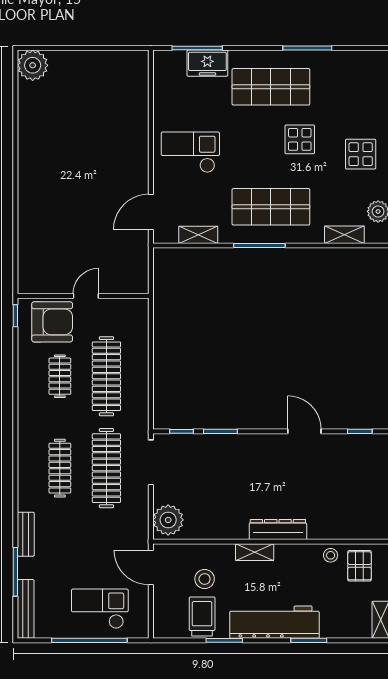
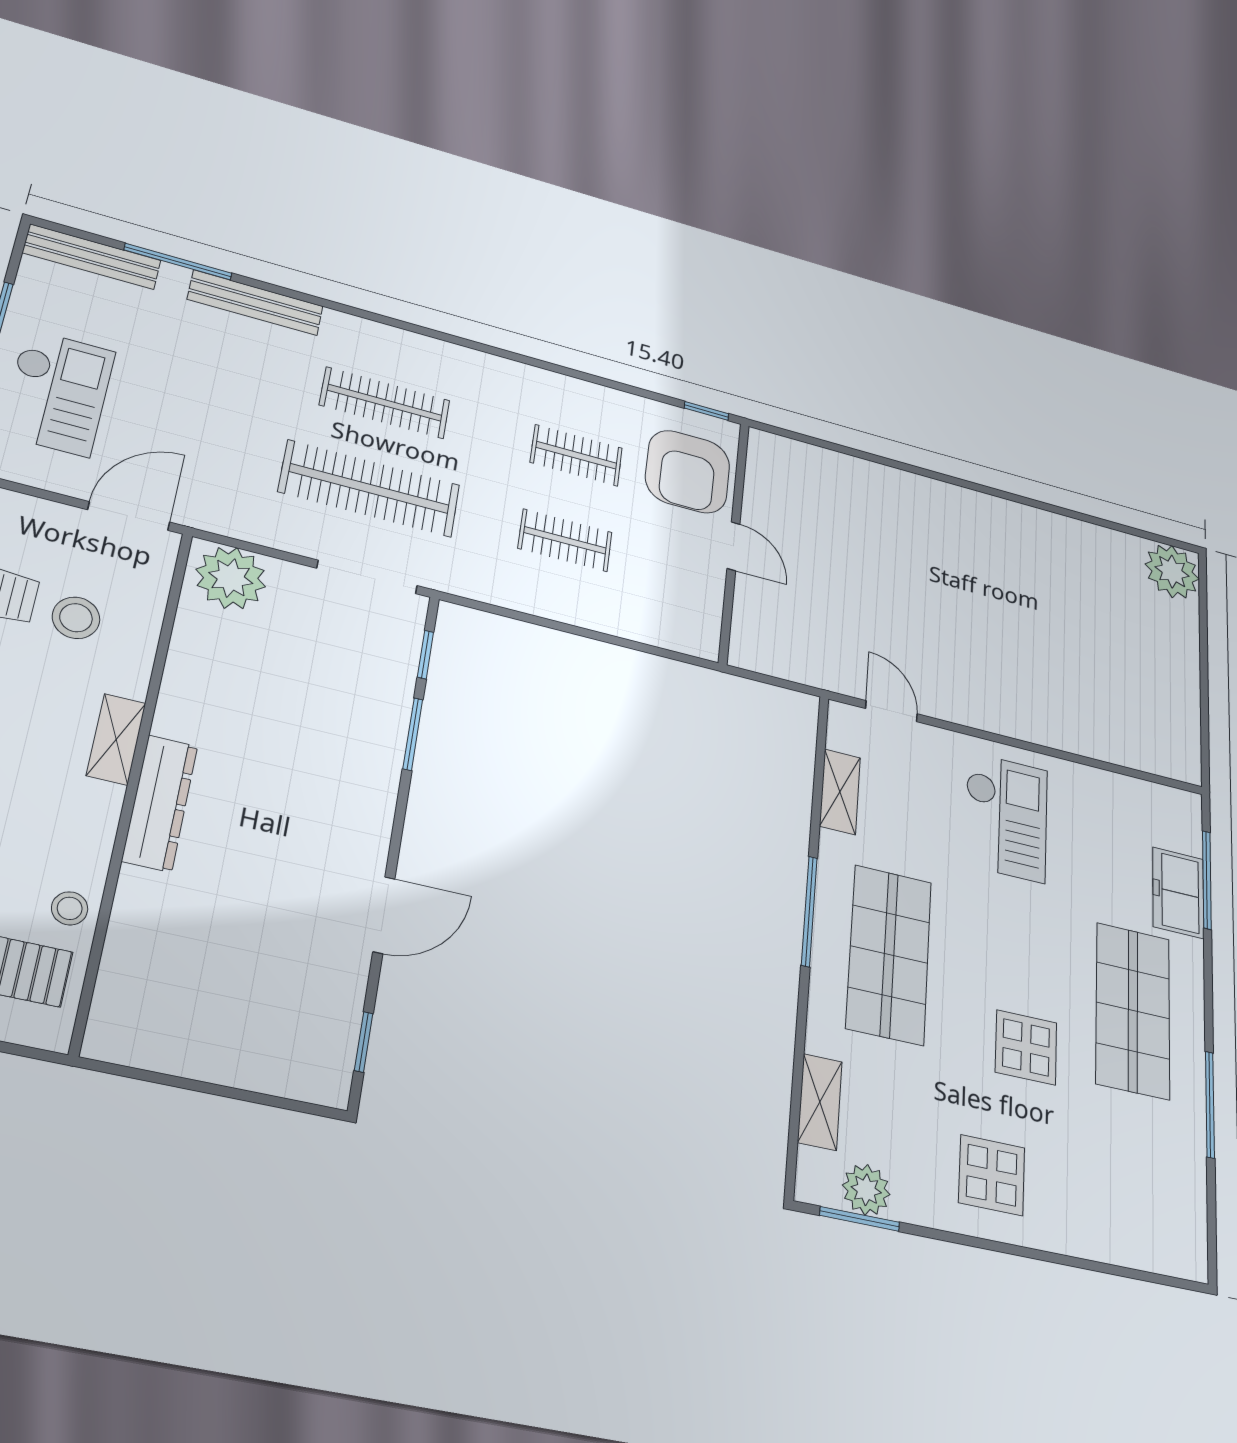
door: (151, 212) -> (891, 711), width x0.73
clothes rail: (106, 376) -> (565, 540), width x0.54, depth x0.76
bench: (26, 534) -> (255, 303), width x1.36

